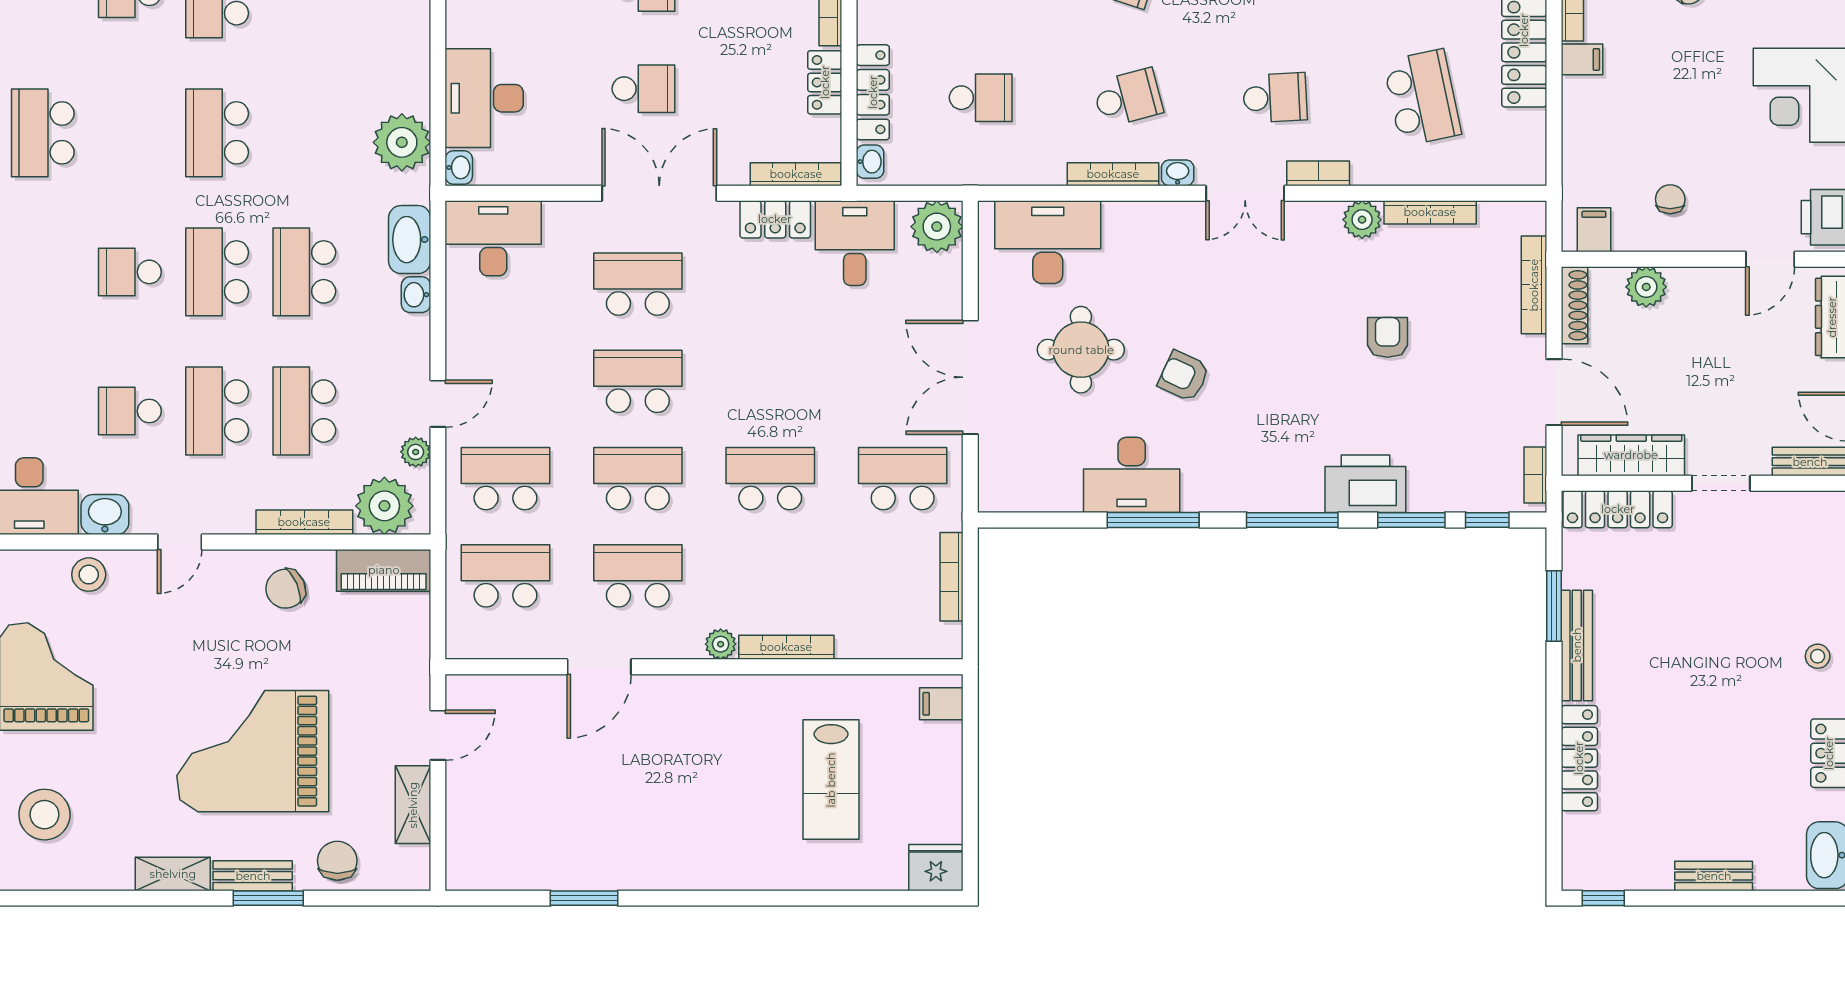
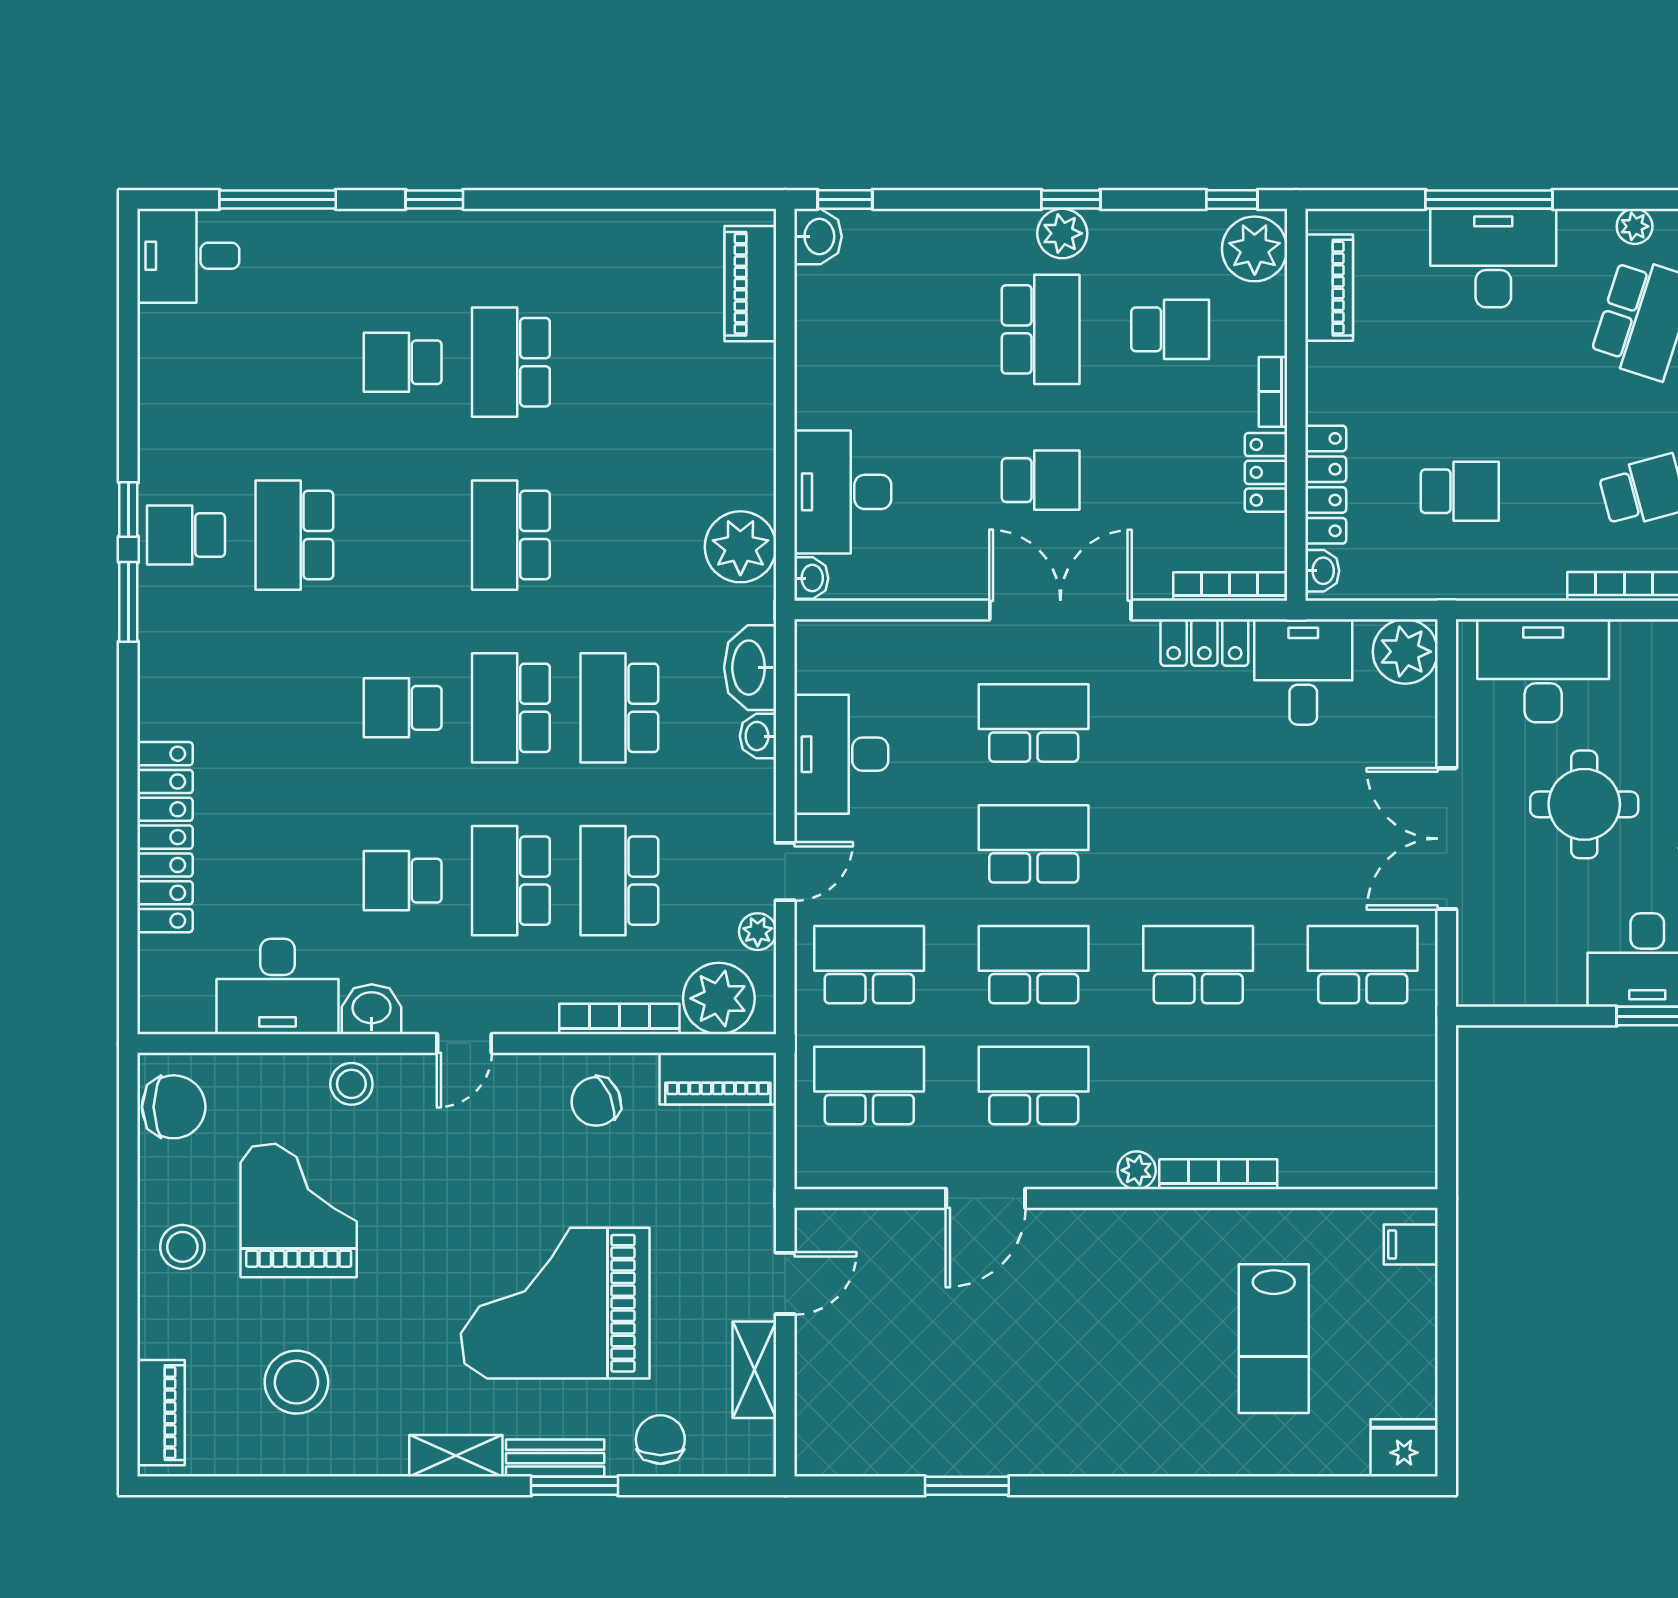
desk: (493, 238) -> (841, 754), moved, turned -90
bookcase: (952, 577) -> (1423, 1087), removed

